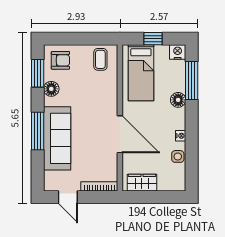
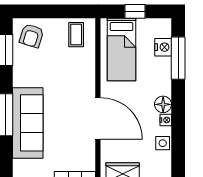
nightstand: (178, 52) -> (163, 47), moved, turned 90
armchair: (60, 60) -> (31, 36), turned 107
floor lamp: (51, 89) -> (21, 68), removed
floor lamp: (178, 100) -> (163, 104), moved

